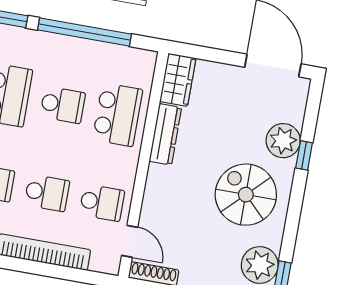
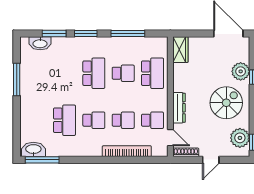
window: (85, 32) -> (128, 34), width x0.68
dresser: (165, 134) -> (179, 108), moved
spiral stairs: (246, 195) -> (226, 103), turned 90

